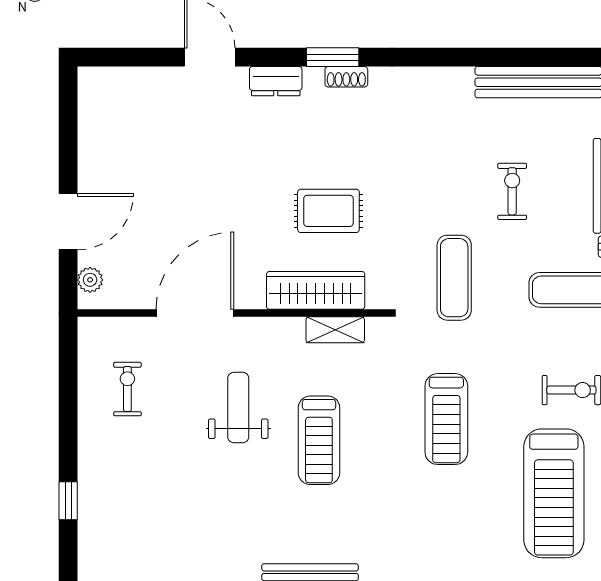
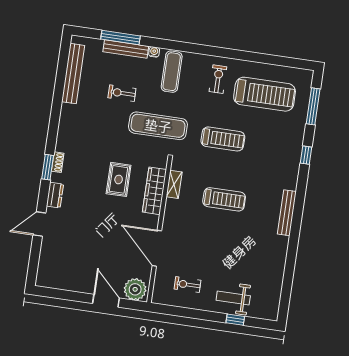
exercise mat: (454, 278) -> (158, 126), width x1.36, depth x1.45
plant: (90, 280) -> (135, 289), width x1.87, depth x1.87
weight bench: (238, 408) -> (233, 298), moved

